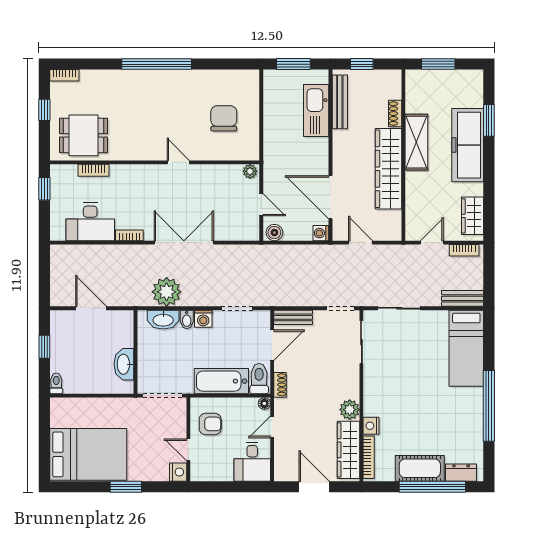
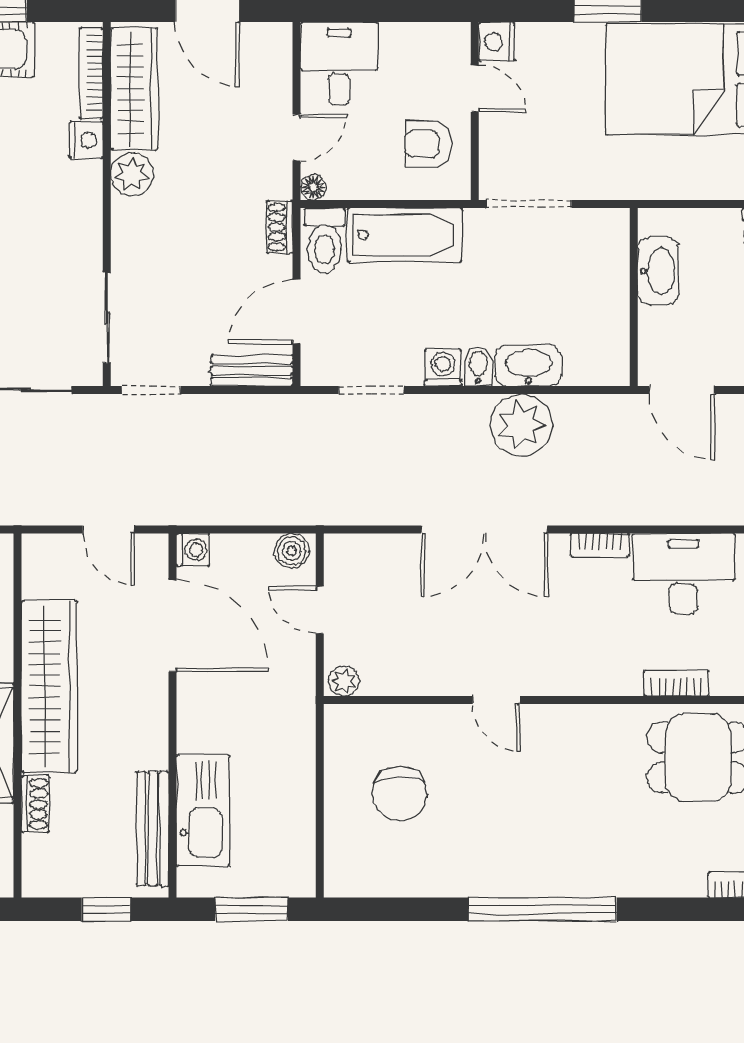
wall: (135, 352) -> (634, 297), moved
washbasin: (124, 364) -> (658, 271), moved

